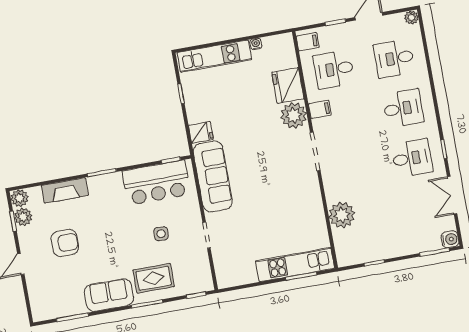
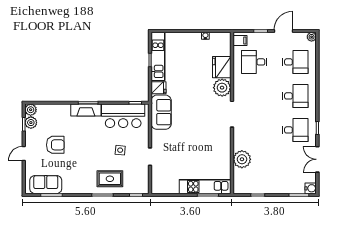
kitchen unit: (214, 56) -> (158, 56), moved, turned -90
desk: (394, 59) -> (295, 62), turned 180
filing cabinet: (320, 109) -> (240, 87), removed
sofa: (213, 176) -> (161, 112), width x0.73
fireplace: (65, 190) -> (86, 110), moved
sofa: (109, 295) -> (46, 185), moved

